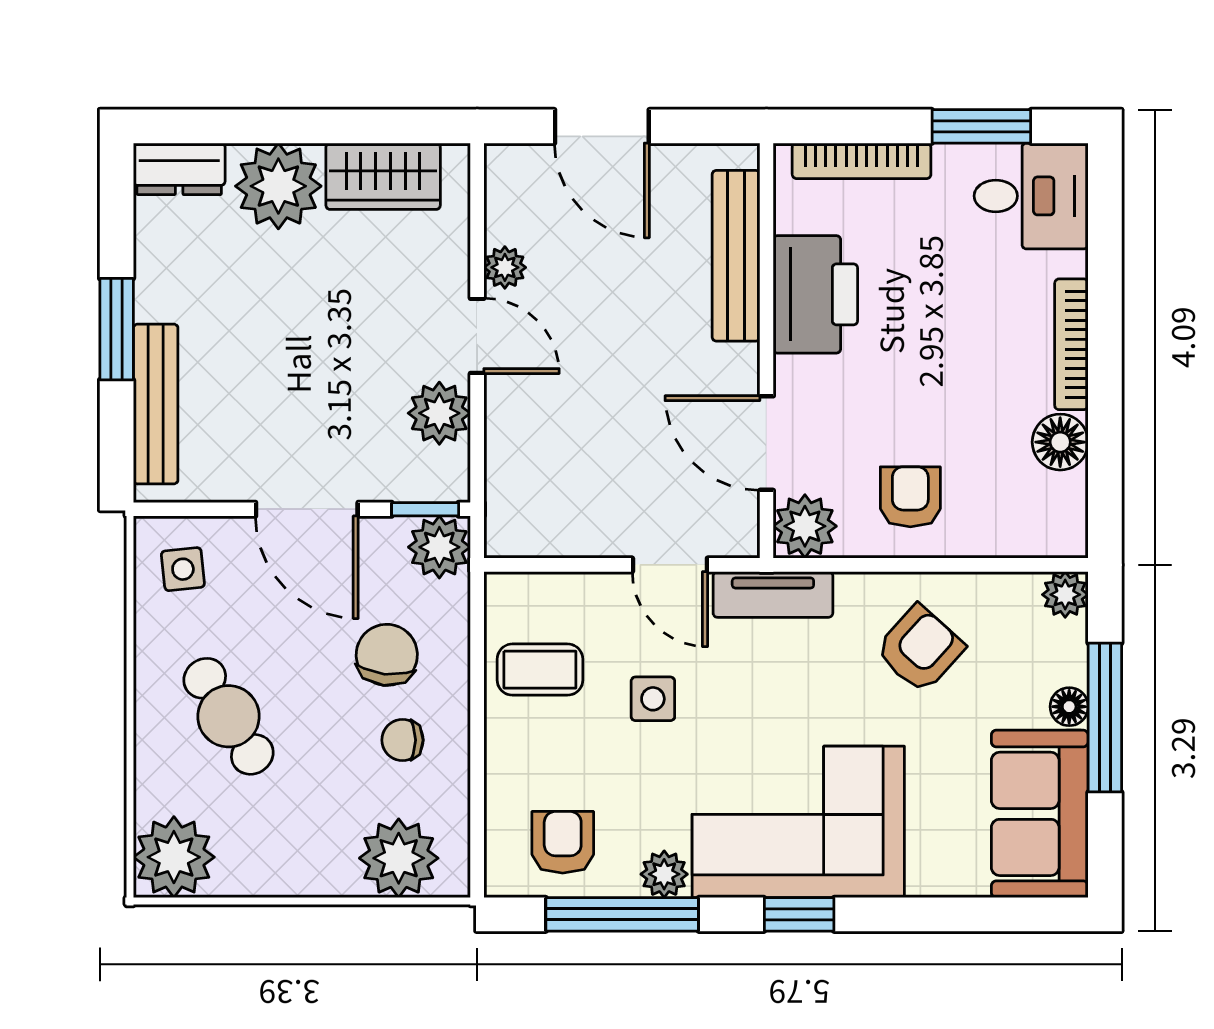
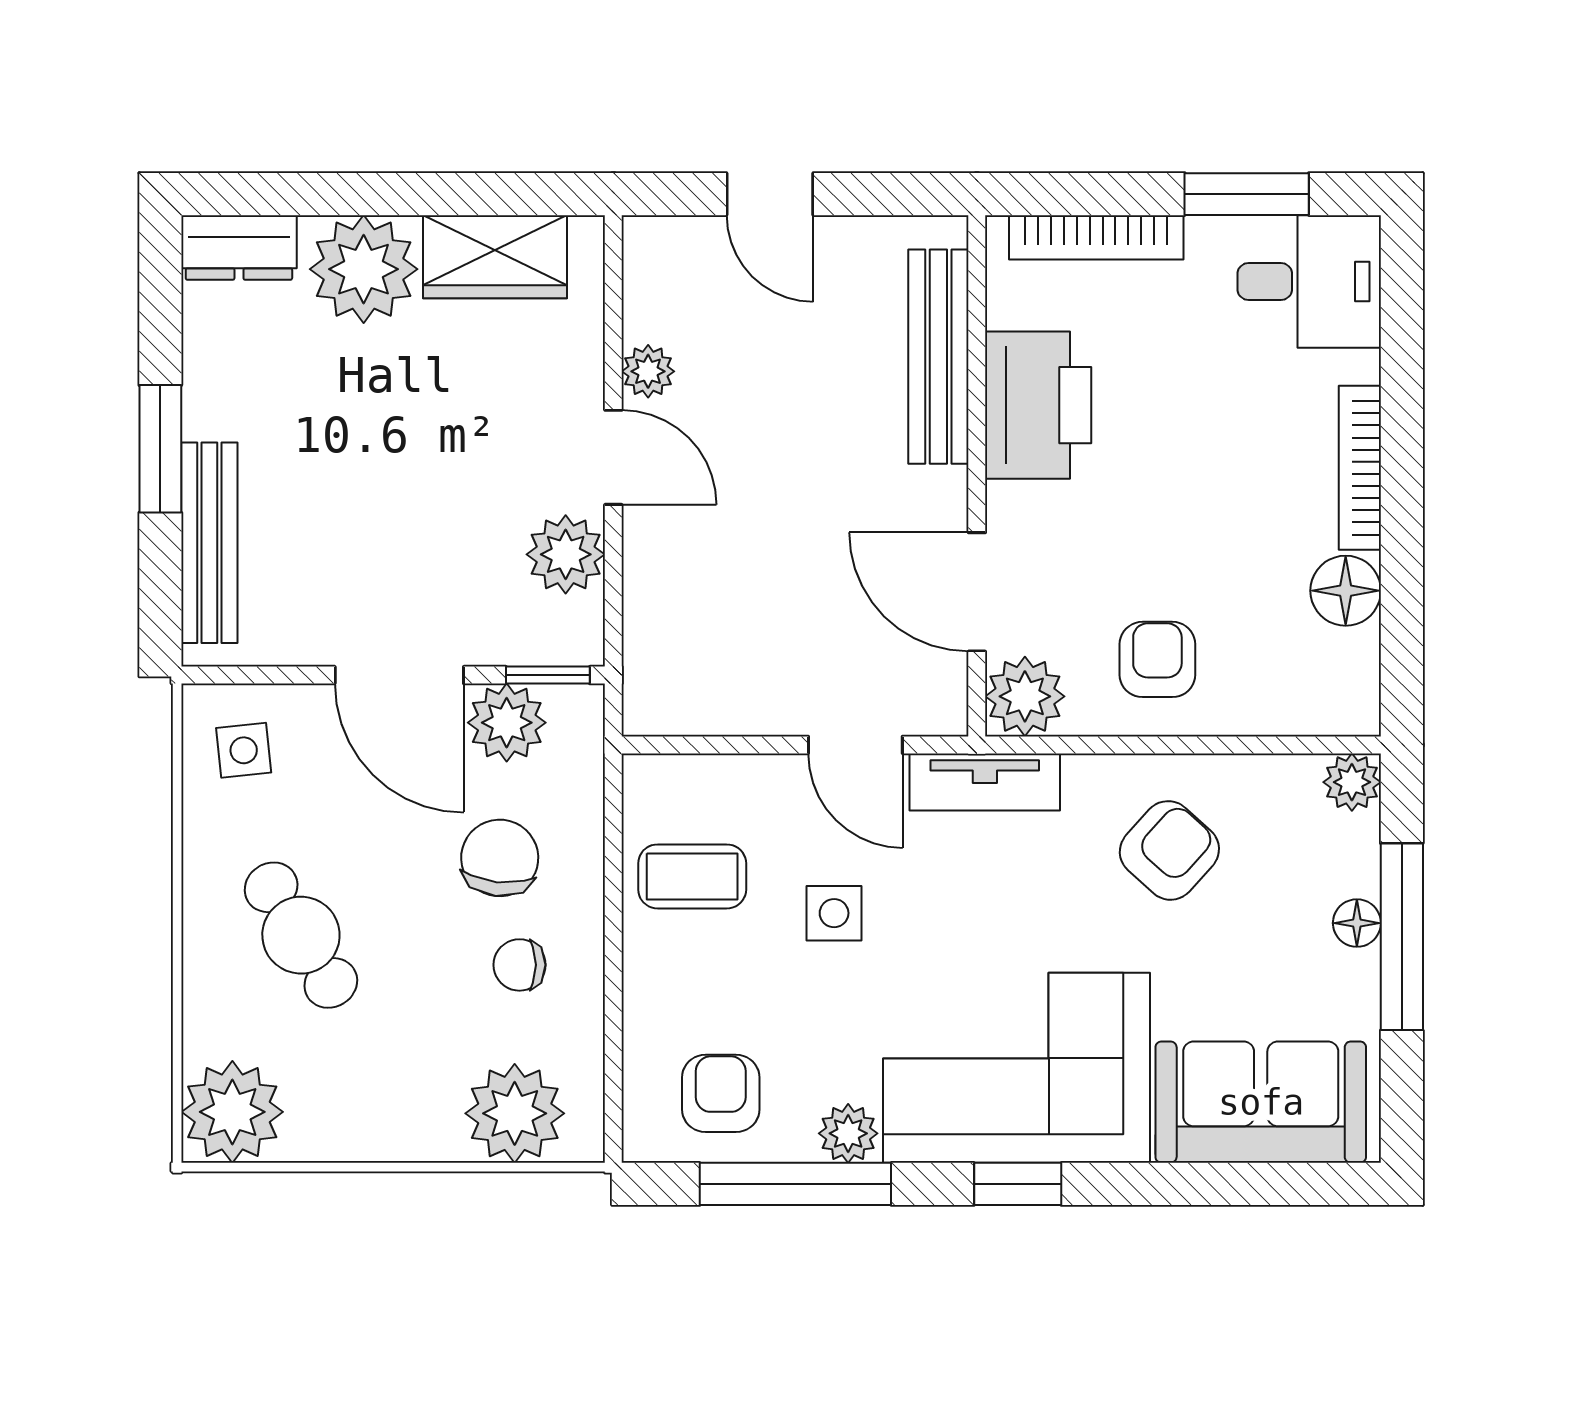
door: (602, 126) -> (770, 194), width x0.73
plant: (439, 547) -> (507, 723), moved
sofa: (1040, 814) -> (1261, 1102), moved, turned 90

